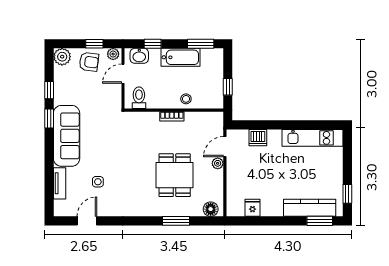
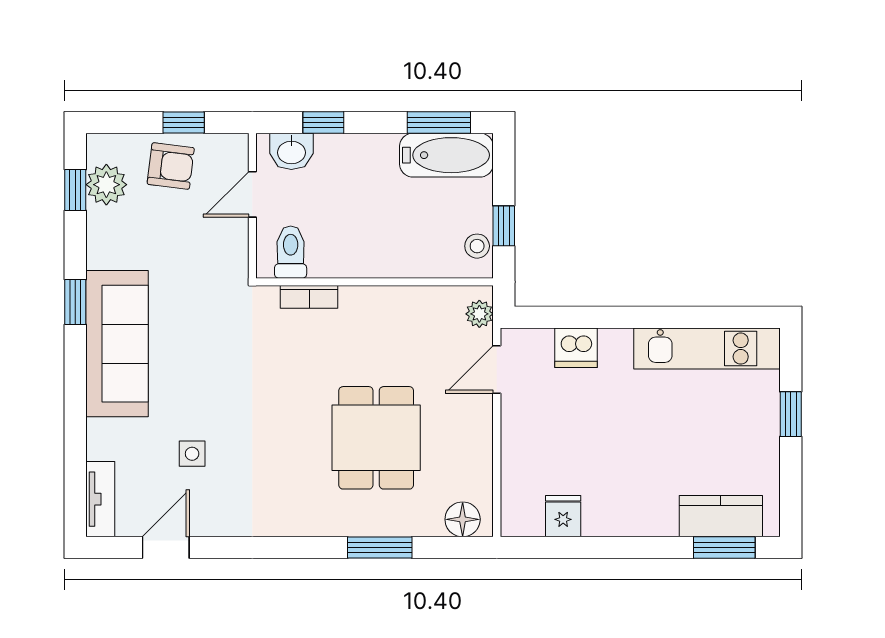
plant: (113, 54) -> (229, 147), removed
plant: (62, 57) -> (106, 185), moved
bathtub: (181, 57) -> (446, 155), moved
window: (49, 90) -> (75, 190), moved
stool: (186, 99) -> (477, 246), moved
bookcase: (172, 116) -> (309, 297), moved
plant: (218, 163) -> (479, 314), moved
tv unit: (60, 183) -> (100, 499), moved
window: (347, 194) -> (791, 414), moved
kitchen counter: (310, 208) -> (721, 516), width x0.67

